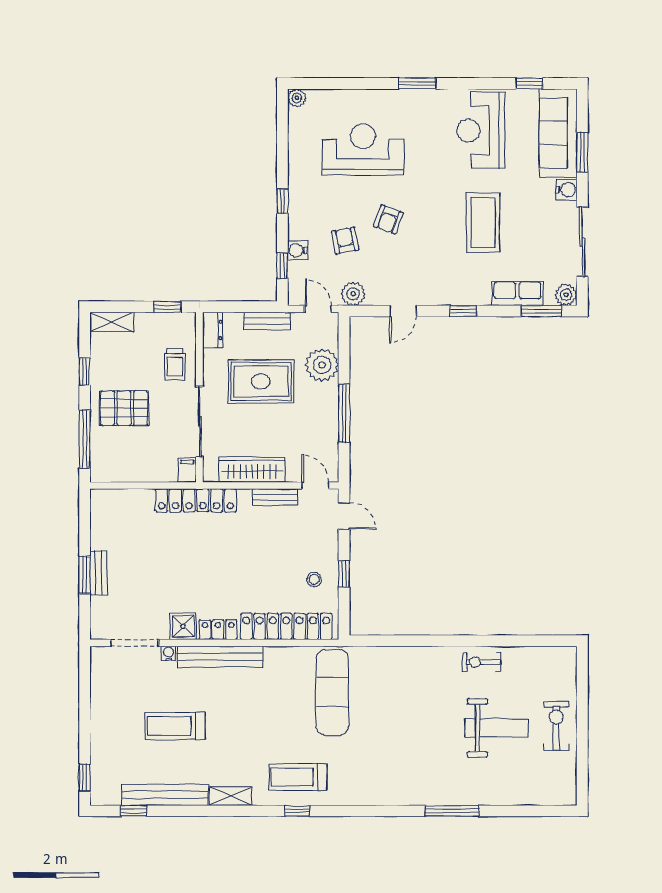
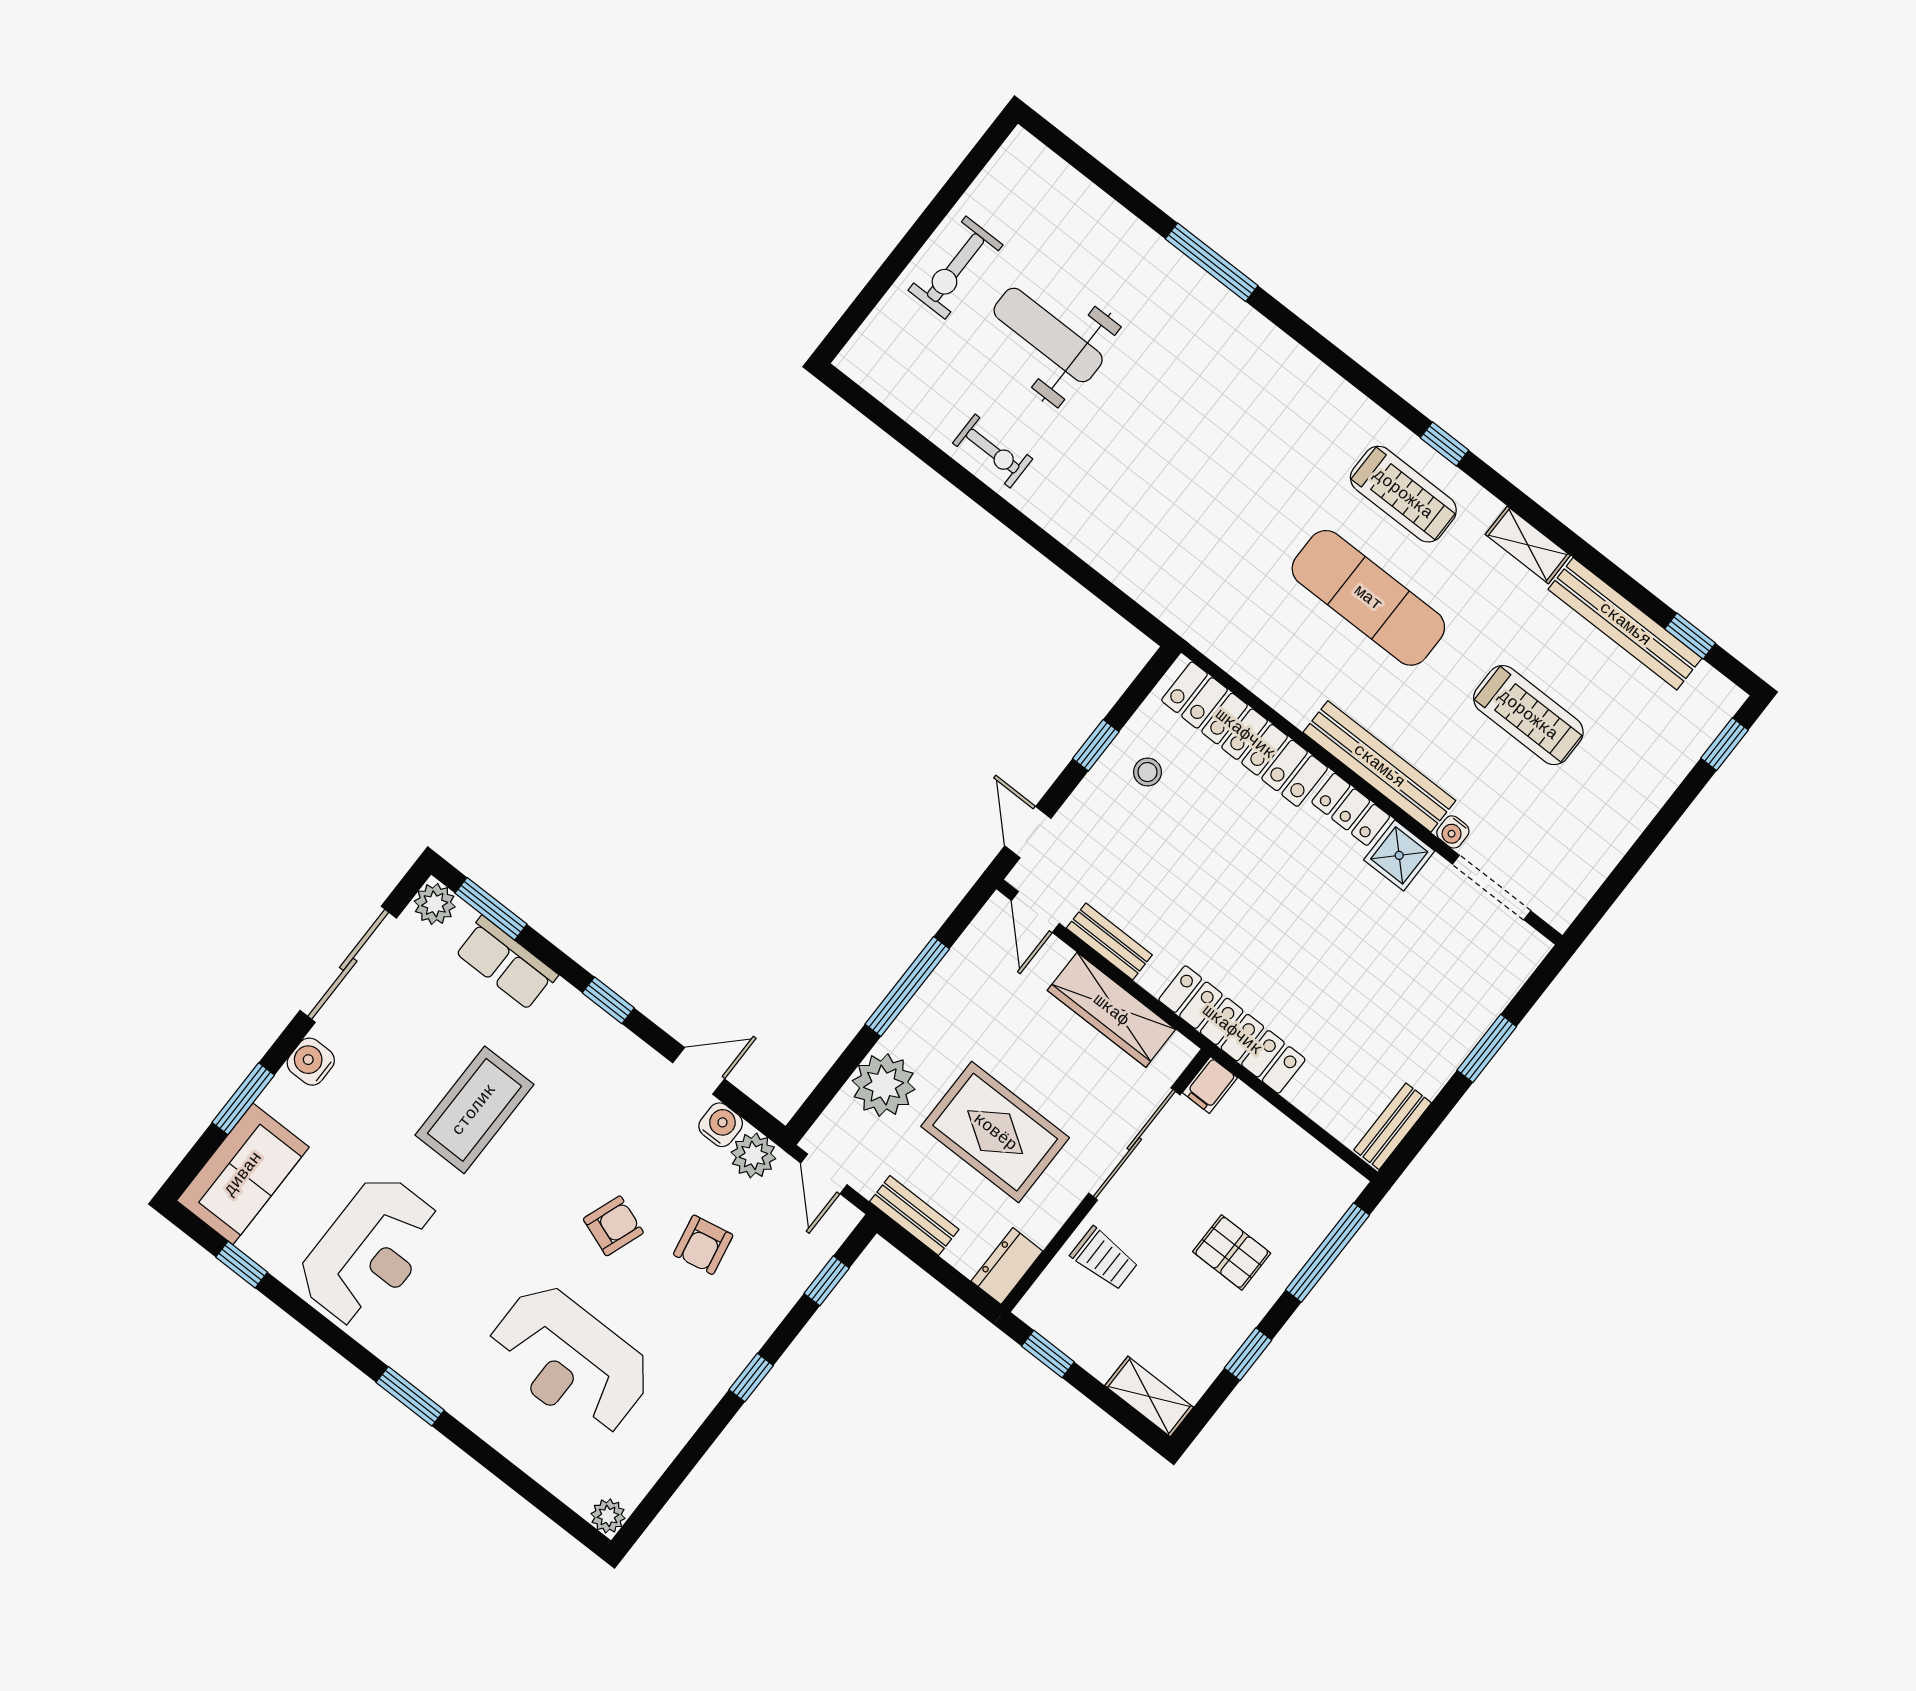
sofa: (558, 133) -> (243, 1174), width x0.73
water cooler: (298, 250) -> (721, 1125), moved, turned -90
trolley: (175, 364) -> (1104, 1259), turned 90
pallet: (124, 408) -> (1232, 1252), width x0.67, depth x0.71
bench: (98, 573) -> (1393, 1126), moved
exercise mat: (332, 692) -> (1368, 598), moved, turned 90

